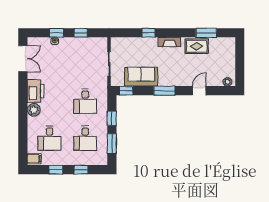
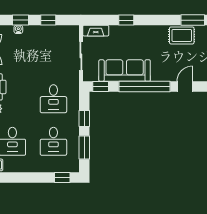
fireplace: (170, 42) -> (96, 31), moved
sofa: (141, 77) -> (125, 71), width x1.36
window: (164, 91) -> (145, 87), width x2.11
window: (56, 170) -> (20, 177), removed
window: (81, 170) -> (62, 177), moved

